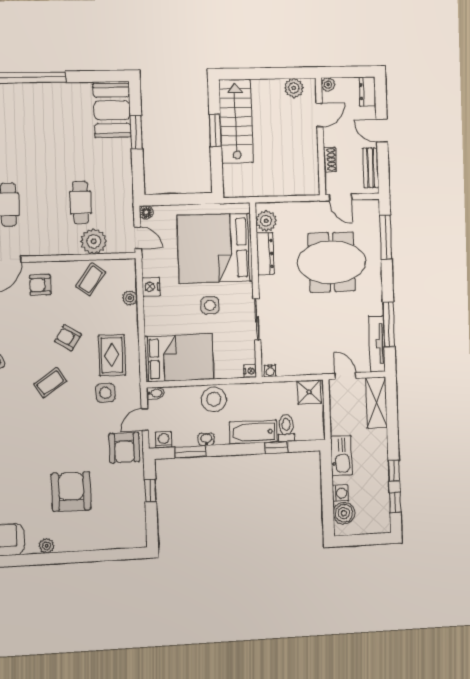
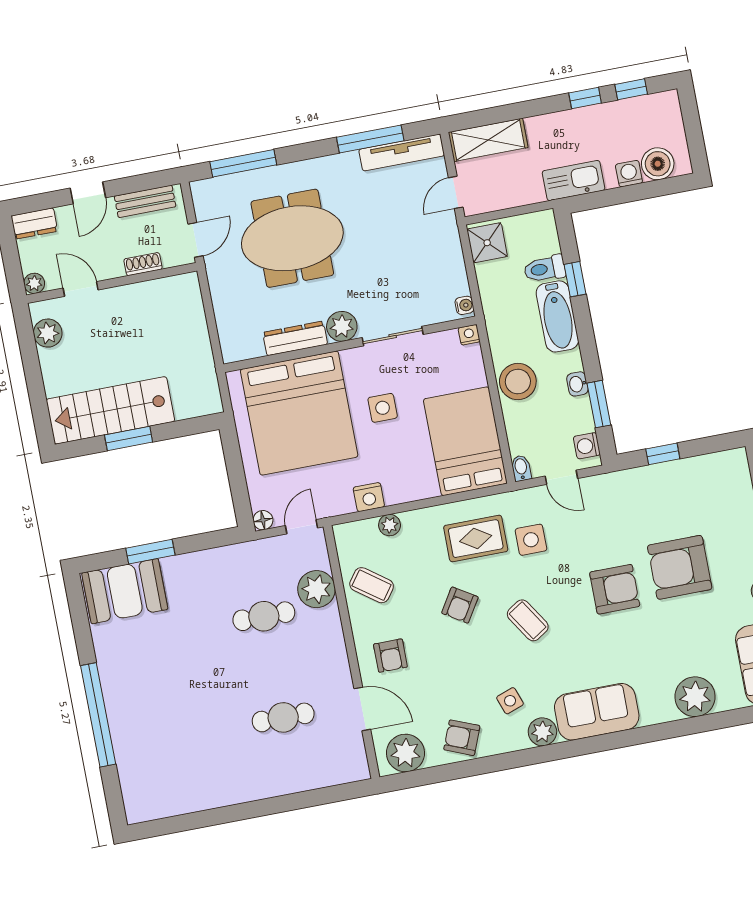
plant: (266, 221) -> (342, 326), moved
meeting table: (332, 262) -> (292, 238), turned 90
armchair: (124, 448) -> (615, 589), moved

